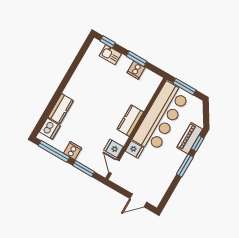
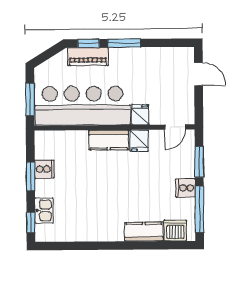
fridge: (114, 148) -> (139, 141), moved

